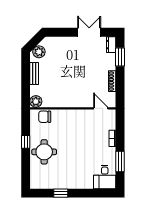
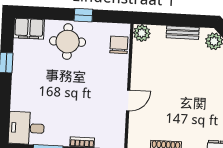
door: (101, 108) -> (128, 100), moved
filing cabinet: (37, 179) -> (29, 29), added

